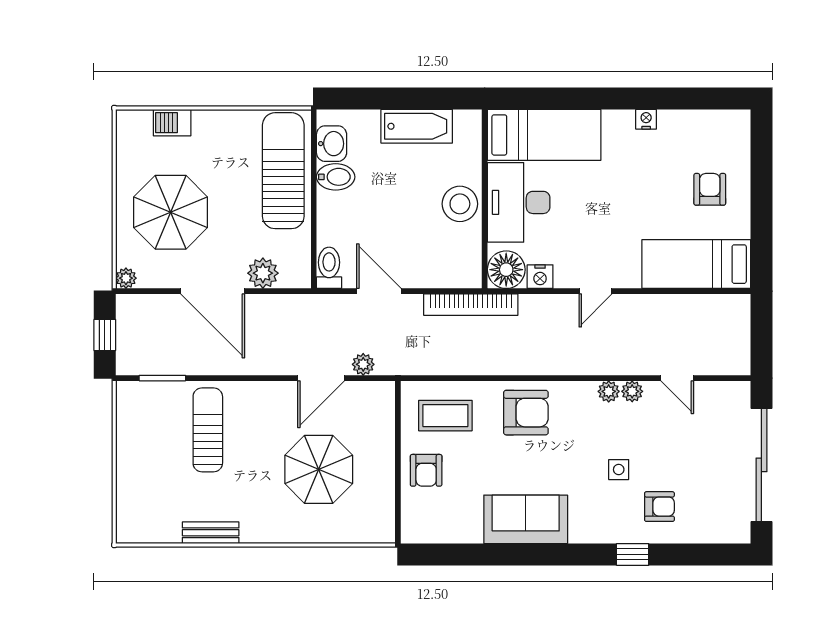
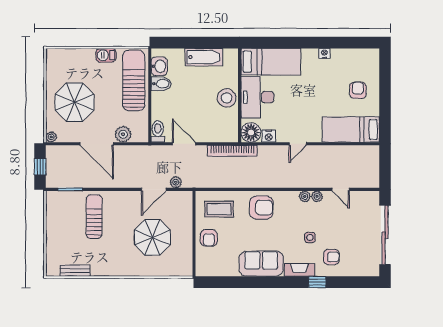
barbecue: (172, 123) -> (106, 55), moved
fireplace: (599, 531) -> (299, 270), added
bench: (211, 533) -> (75, 271), moved

